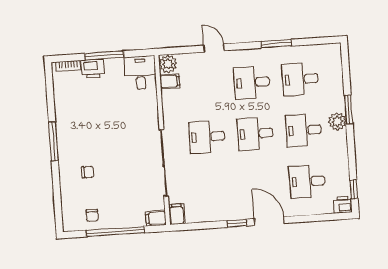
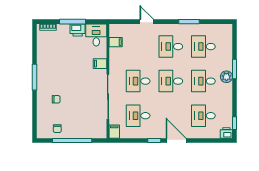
plant: (168, 64) -> (115, 30), removed
printer: (93, 69) -> (78, 30), moved
desk: (210, 188) -> (138, 116), added
filing cabinet: (156, 218) -> (100, 64), moved

